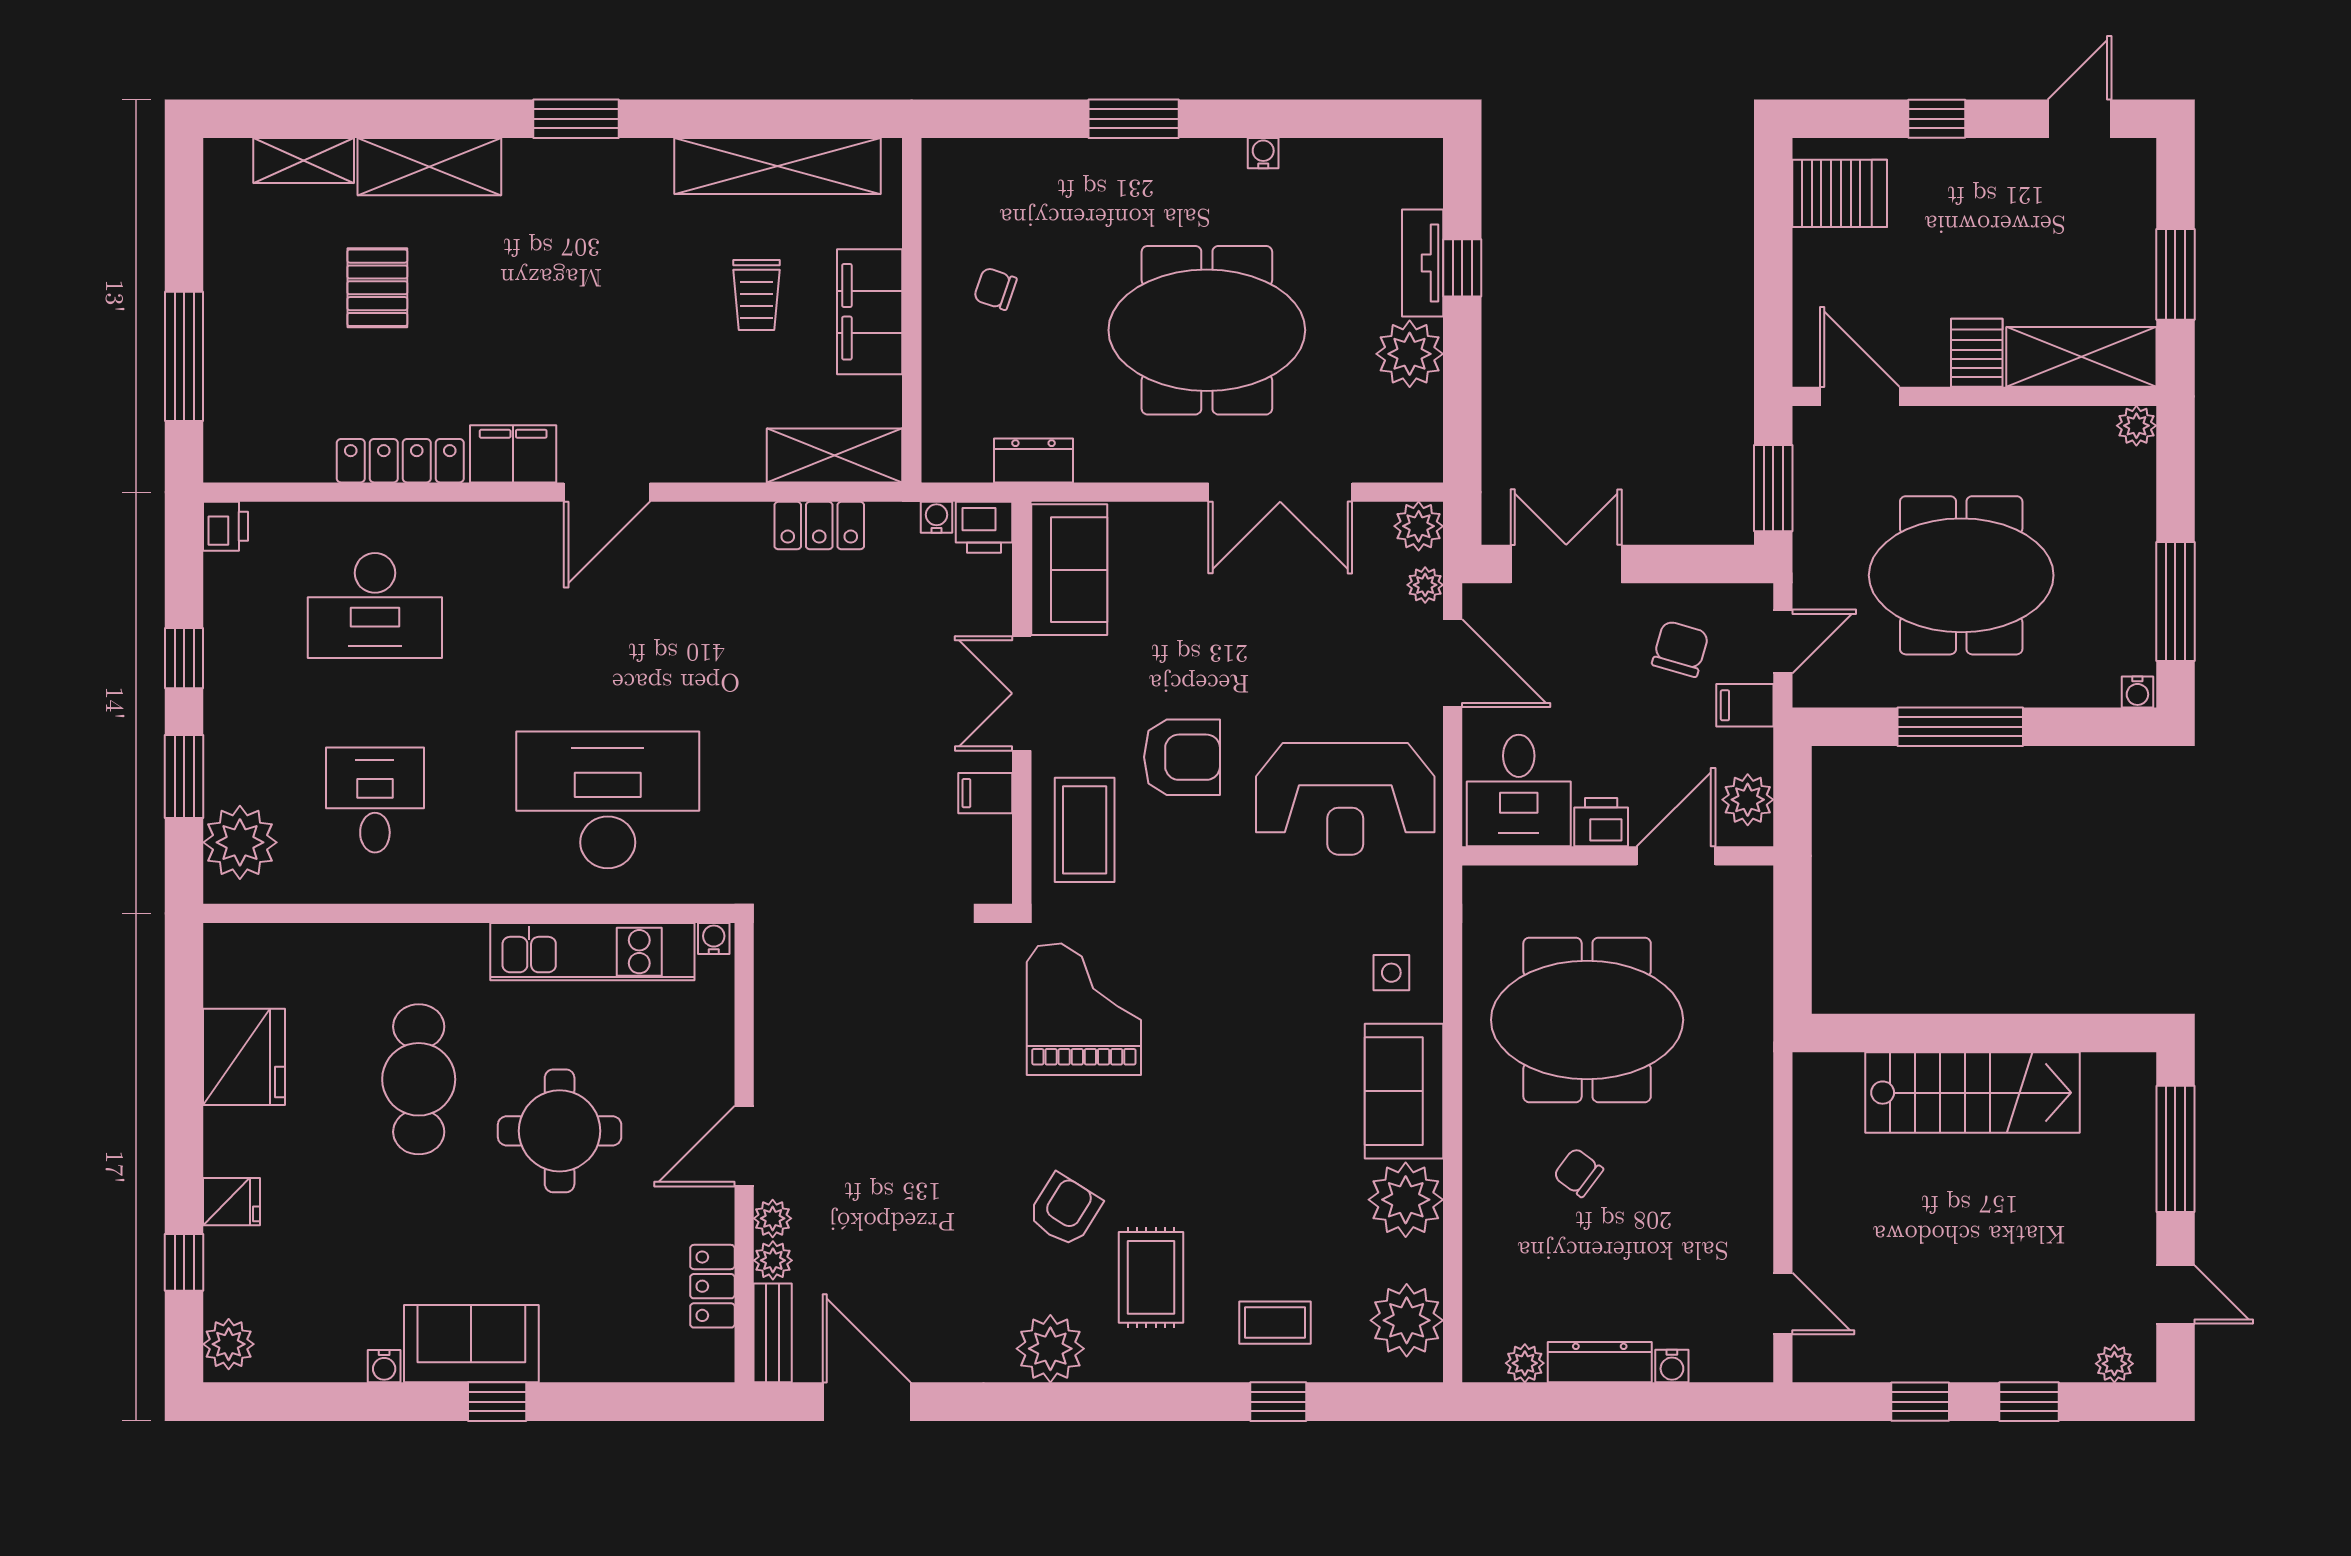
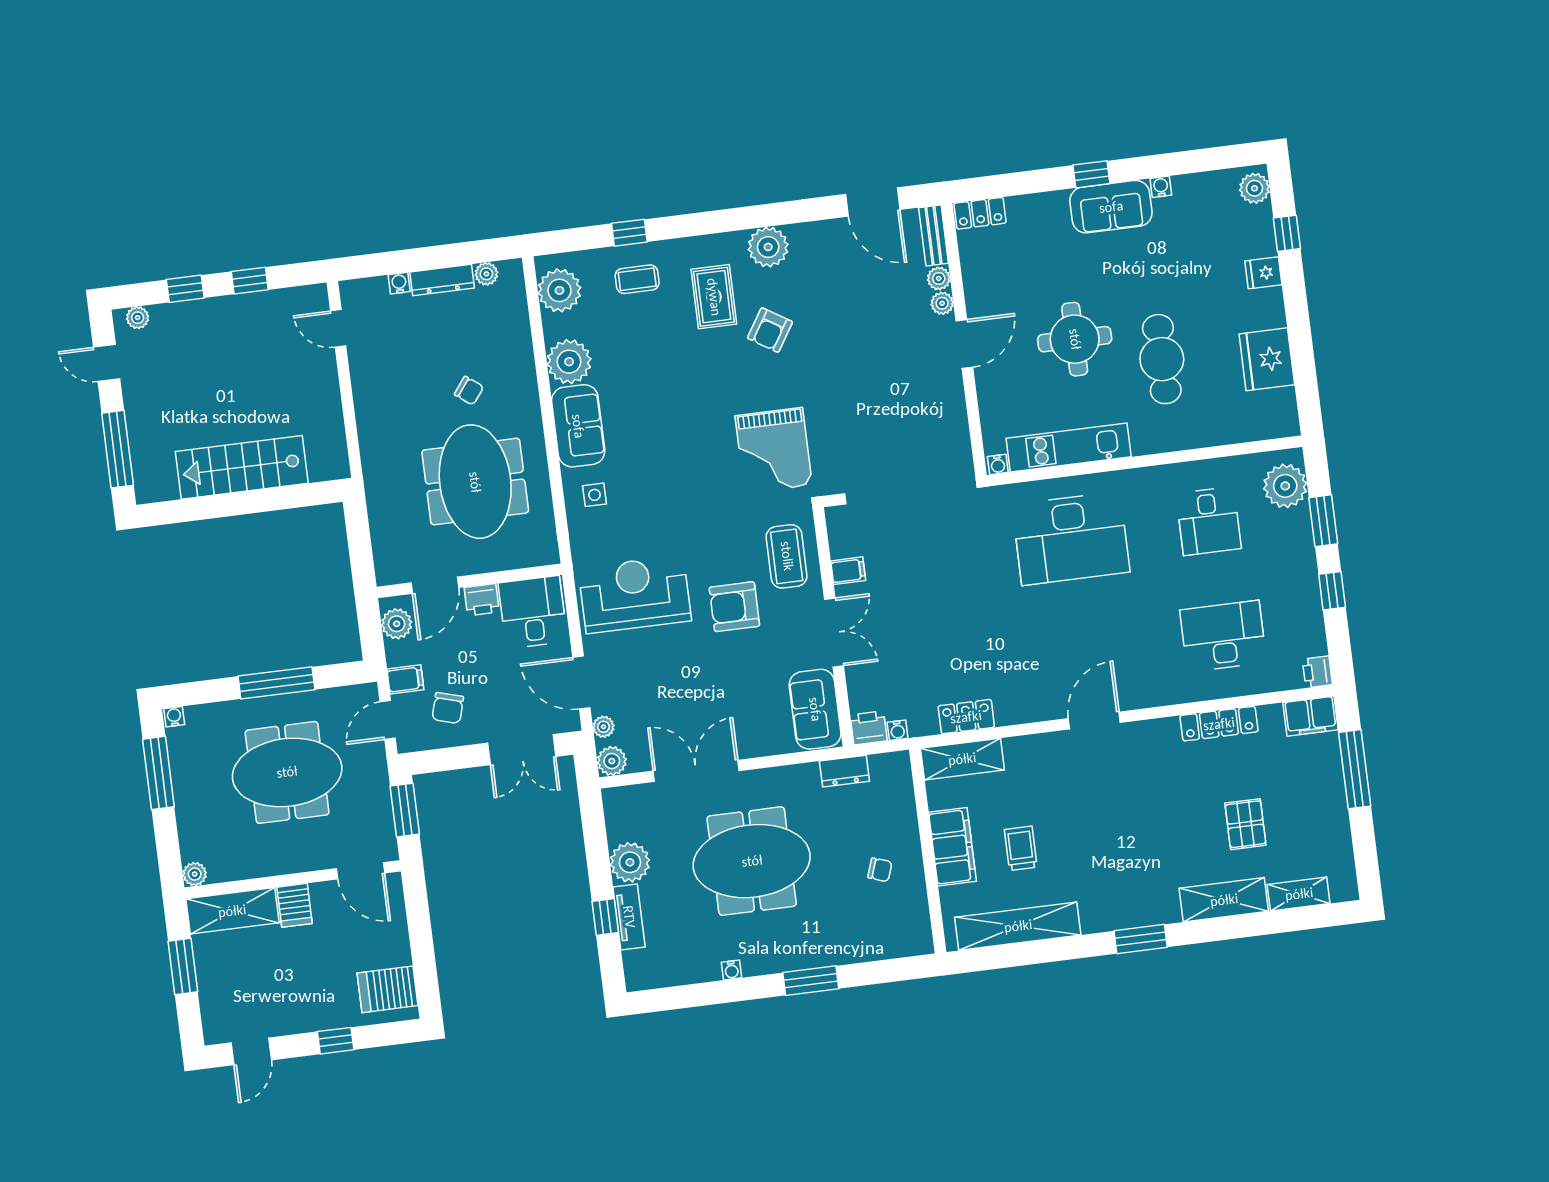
filing cabinet: (513, 454) -> (1311, 716), moved
meeting table: (1587, 1020) -> (475, 482), turned 90
locker: (712, 1286) -> (980, 213), moved, turned 90

